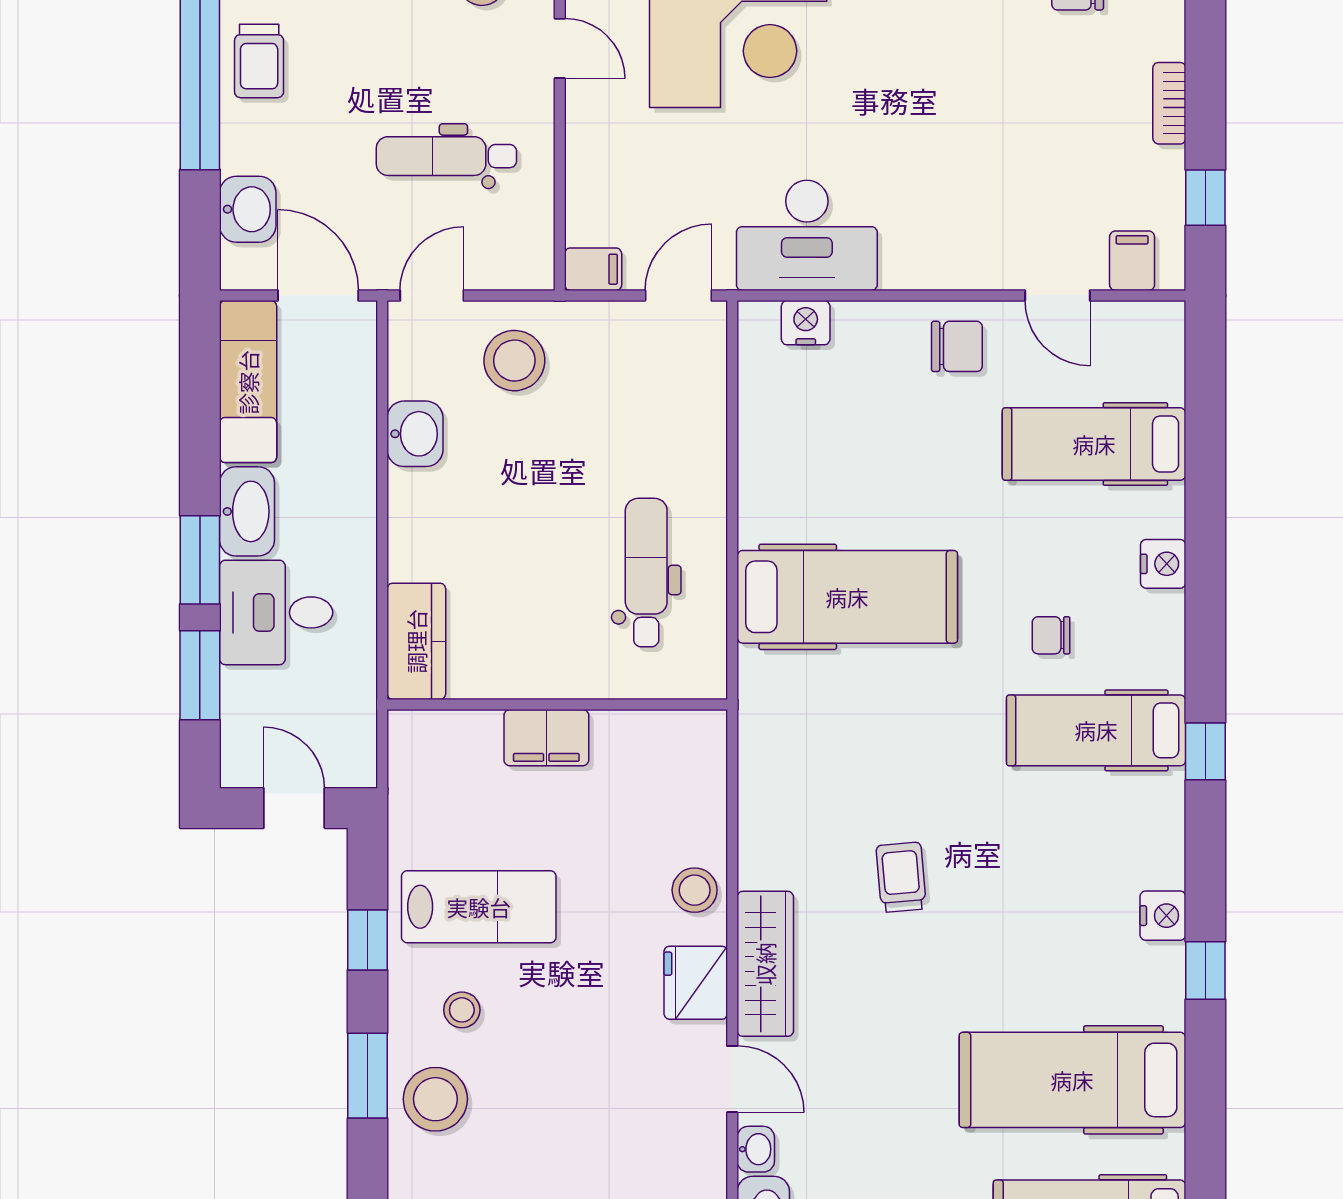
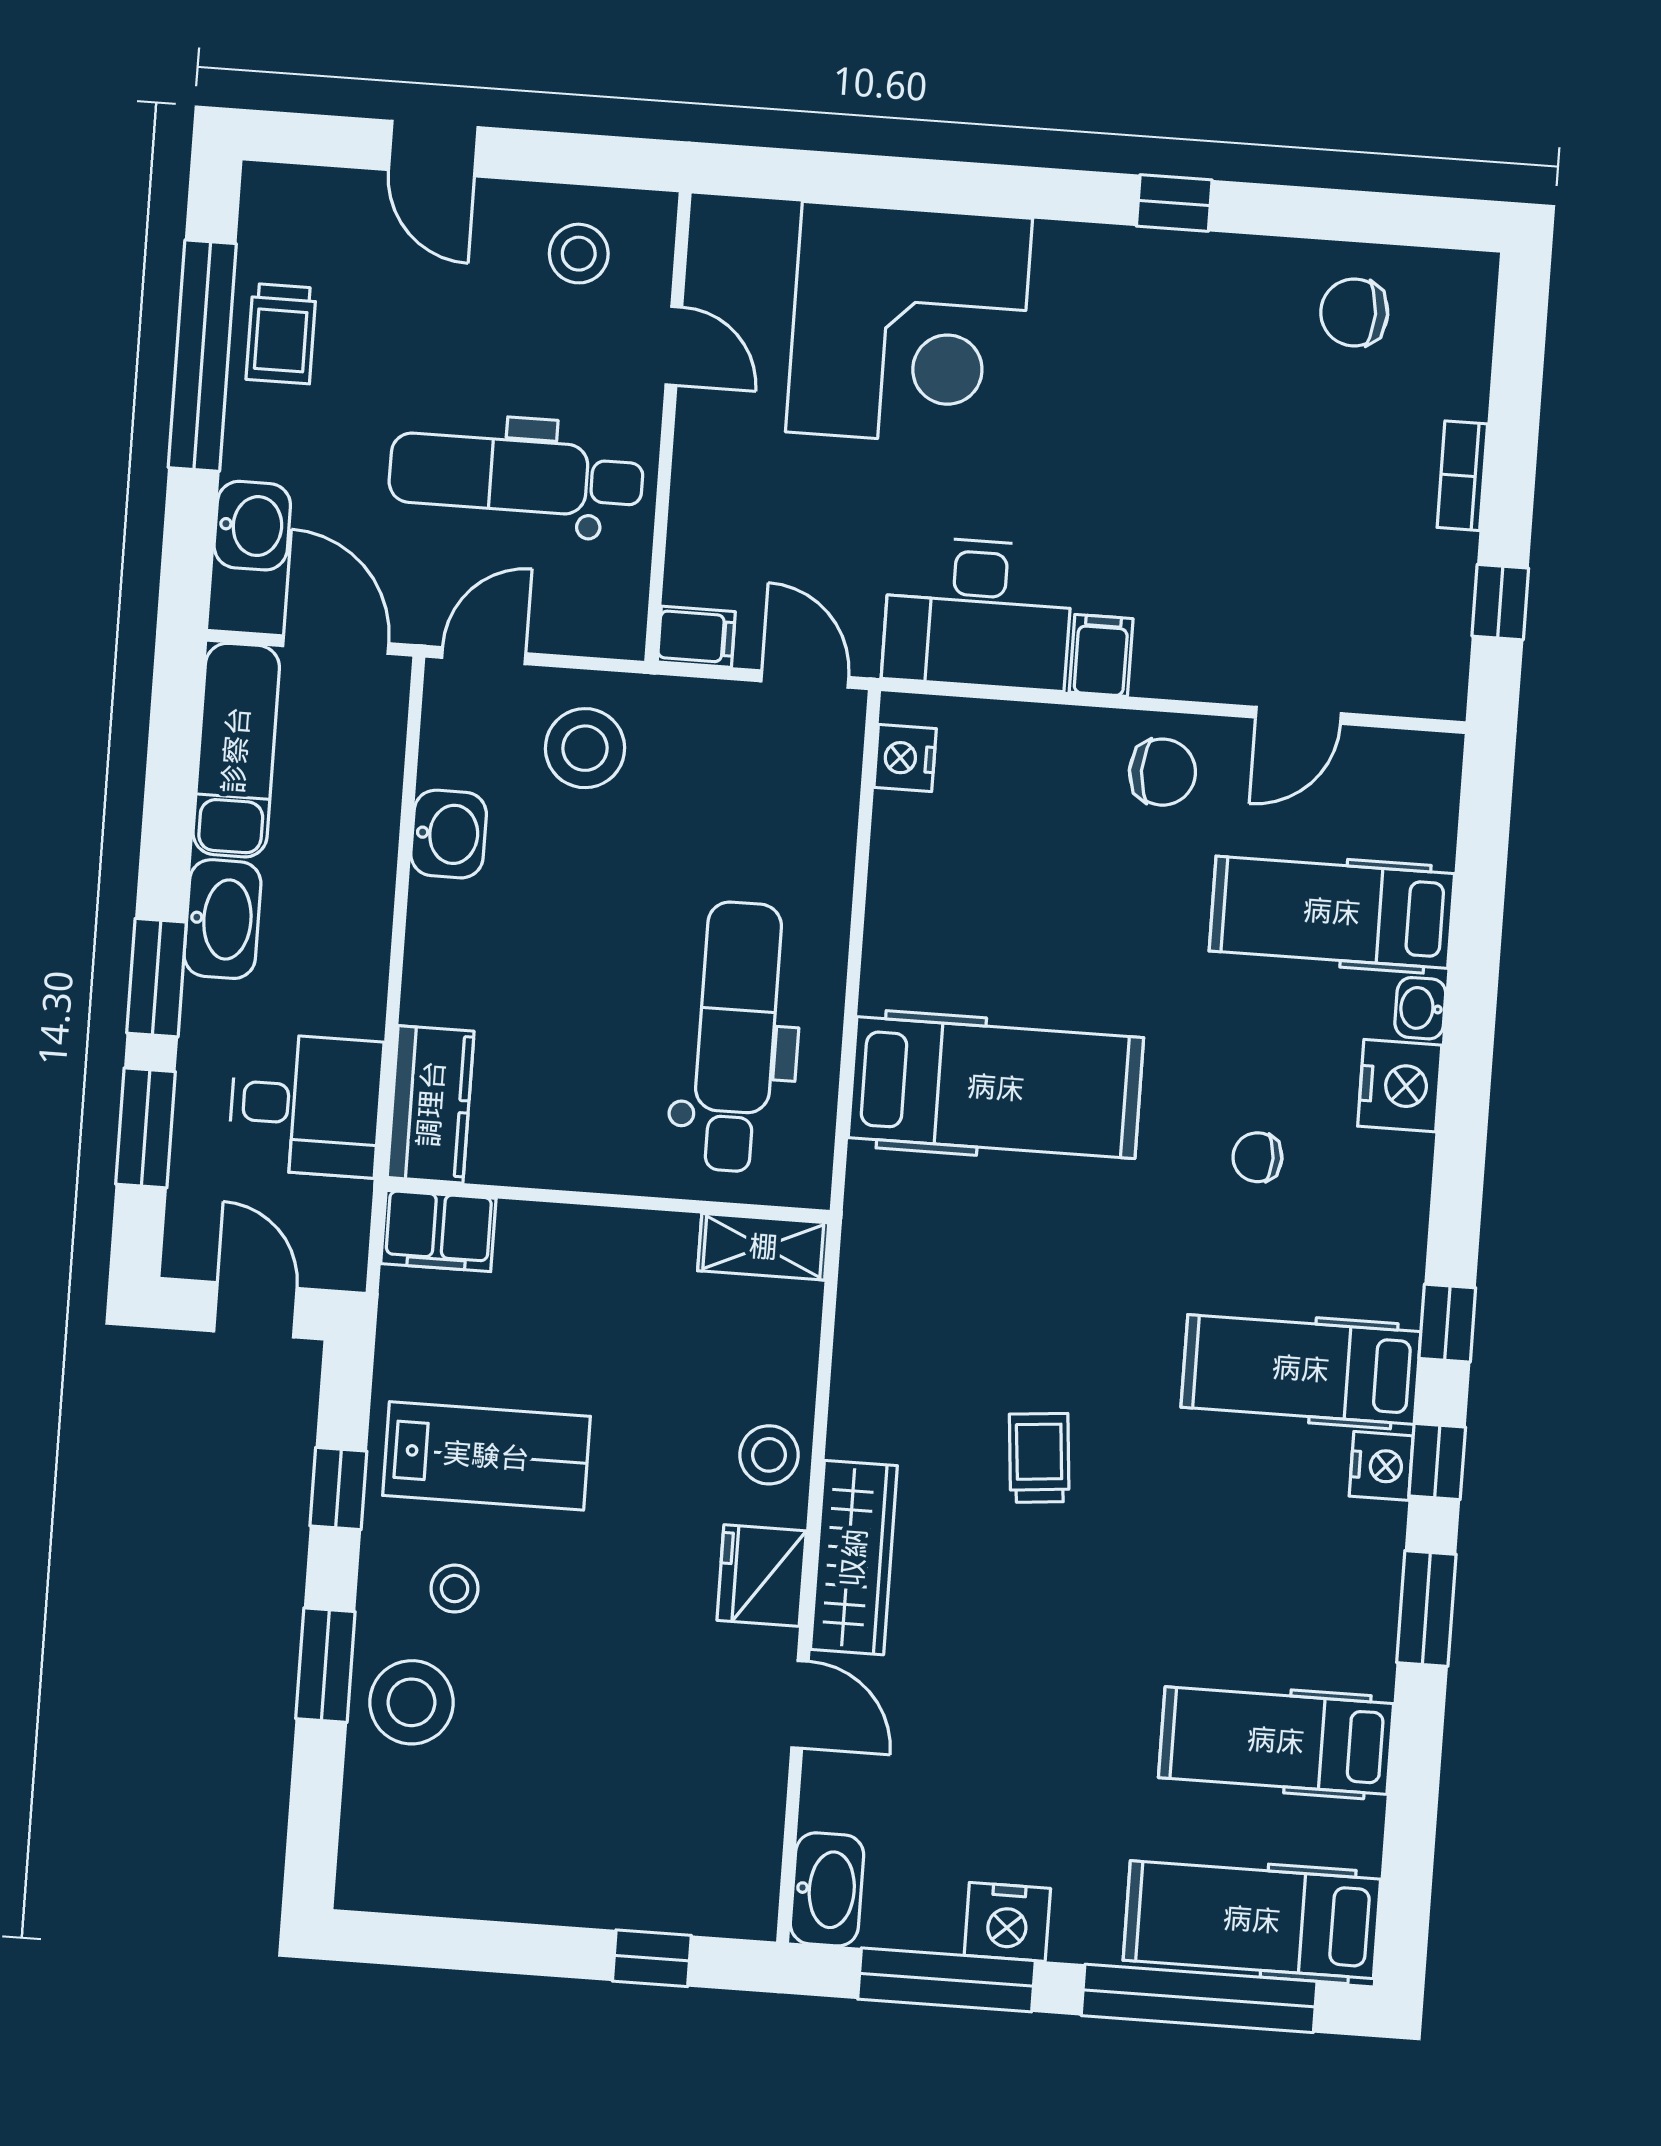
dental chair: (446, 156) -> (516, 475), width x1.36, depth x1.38
filing cabinet: (1132, 261) -> (1101, 655), moved
door: (678, 295) -> (805, 679), hinge flipped
door: (1057, 295) -> (1298, 715), hinge flipped
nightstand: (806, 323) -> (905, 758), moved, turned -90
nightstand: (1163, 564) -> (1400, 1086), width x1.36, depth x1.33
dental chair: (646, 573) -> (736, 1037), width x1.36, depth x1.38
desk: (276, 612) -> (306, 1105), moved, turned 180
hospital bed: (1096, 730) -> (1301, 1369), moved
shelving: (678, 731) -> (763, 1247), added
filing cabinet: (546, 738) -> (438, 1231), moved
window: (1205, 858) -> (1437, 1461), added
nightstand: (1163, 916) -> (1381, 1466), moved
window: (1205, 971) -> (1426, 1608), width x1.50
hospital bed: (1072, 1080) -> (1276, 1741), width x0.73, depth x0.78
washbasin: (756, 1149) -> (1420, 1008), moved, turned 180

